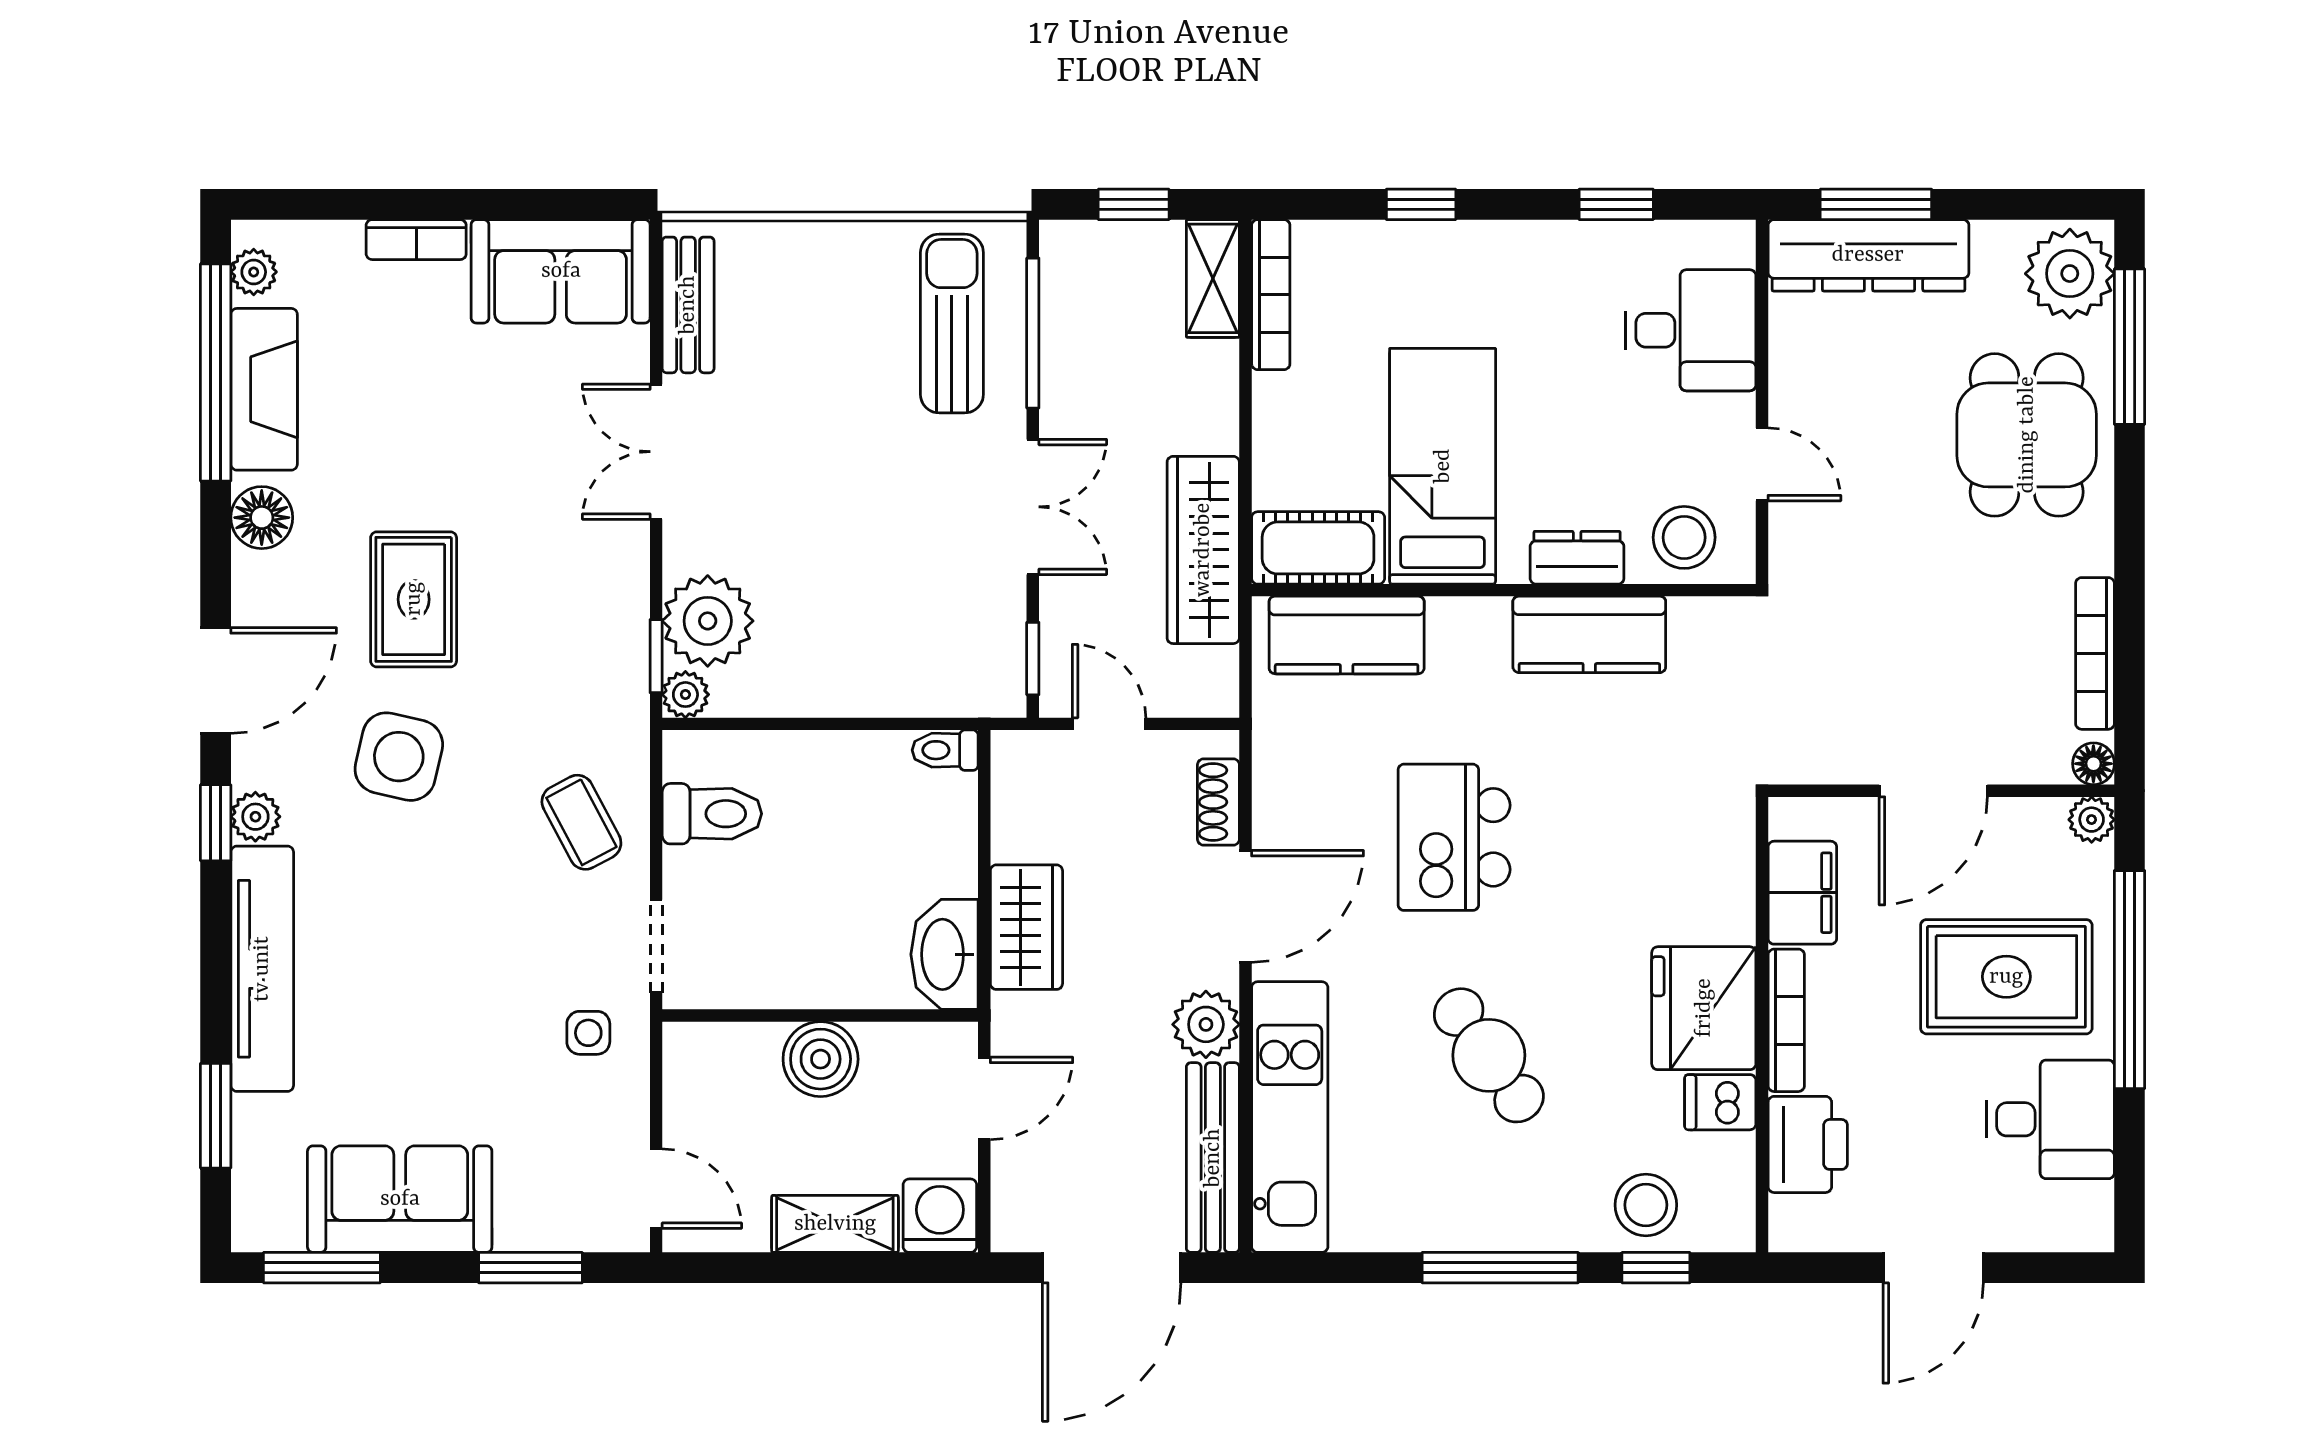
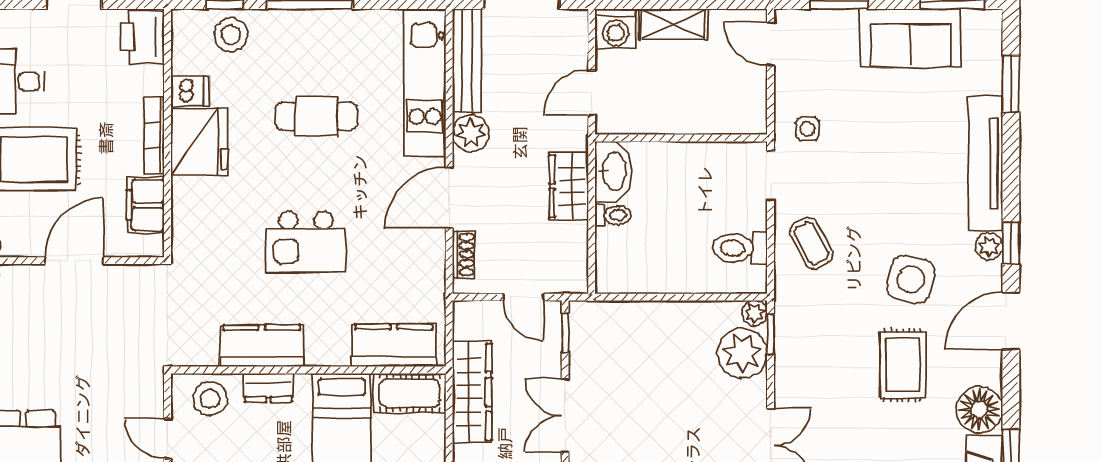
floor lamp: (262, 518) -> (979, 410), width x1.38, depth x1.38
toilet: (945, 750) -> (613, 215), moved
kitchen island: (1454, 837) -> (306, 242), moved, turned 90
cafe table: (1489, 1055) -> (316, 116), turned -55
boiler: (821, 1059) -> (681, 114), removed
printer: (1808, 1144) -> (142, 37), moved

